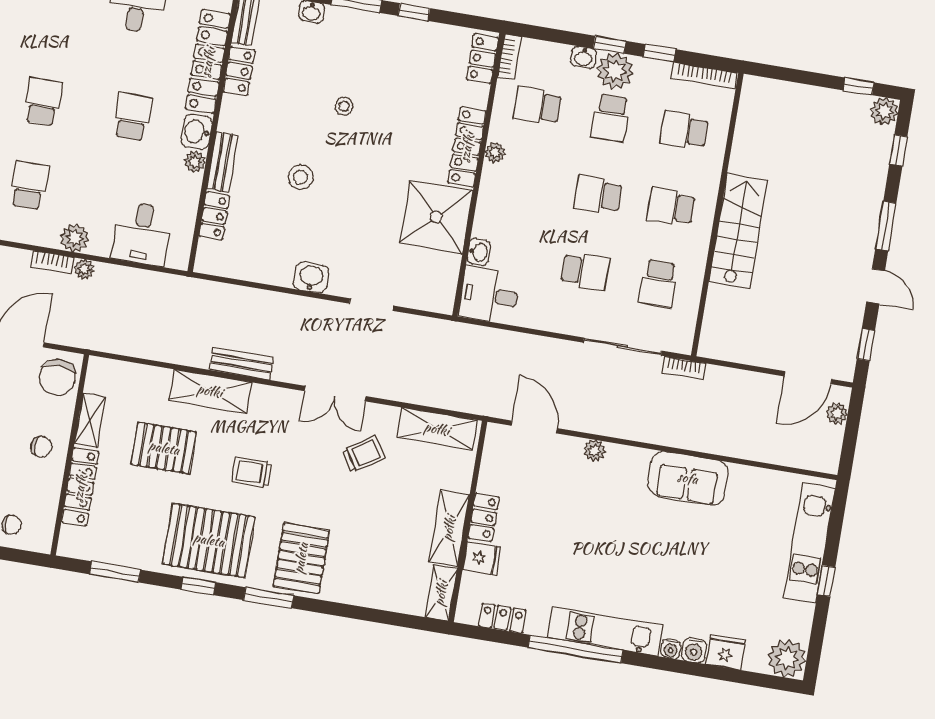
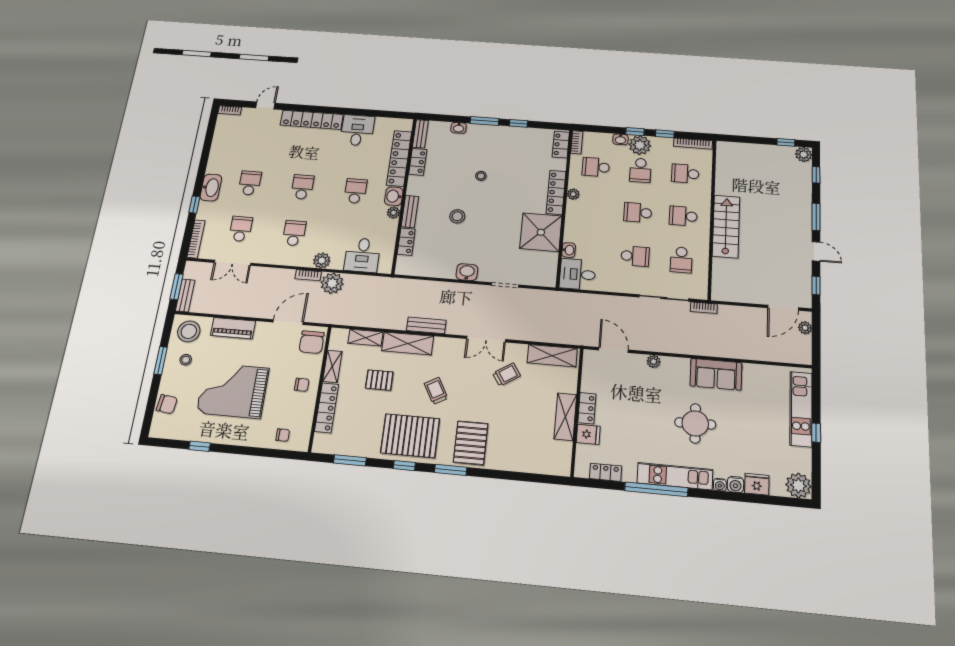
plant: (84, 269) -> (332, 283), width x1.88, depth x1.88
pallet: (164, 448) -> (379, 380), width x0.67, depth x0.71
trolley: (252, 472) -> (436, 391), turned 61
round table: (646, 553) -> (695, 423), added
shelving: (441, 593) -> (366, 338), moved, turned 90

